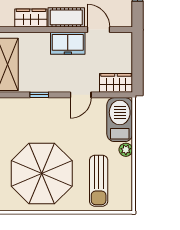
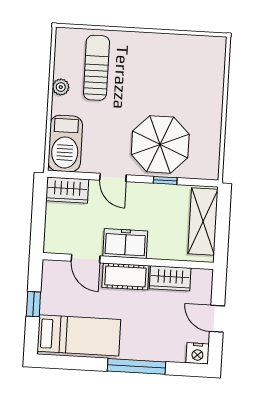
door: (81, 95) -> (113, 177), swing flipped
plant: (126, 150) -> (61, 87), moved
parasol: (42, 173) -> (160, 144), moved, width x0.73, depth x0.73

